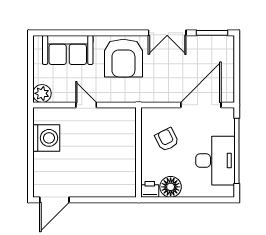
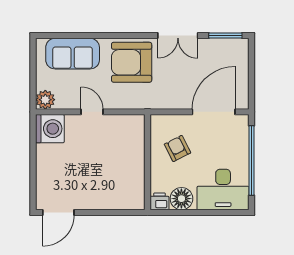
armchair: (123, 58) -> (132, 62), turned 90
washing machine: (46, 138) -> (50, 129), moved
desk: (215, 161) -> (223, 189), moved, turned 90

